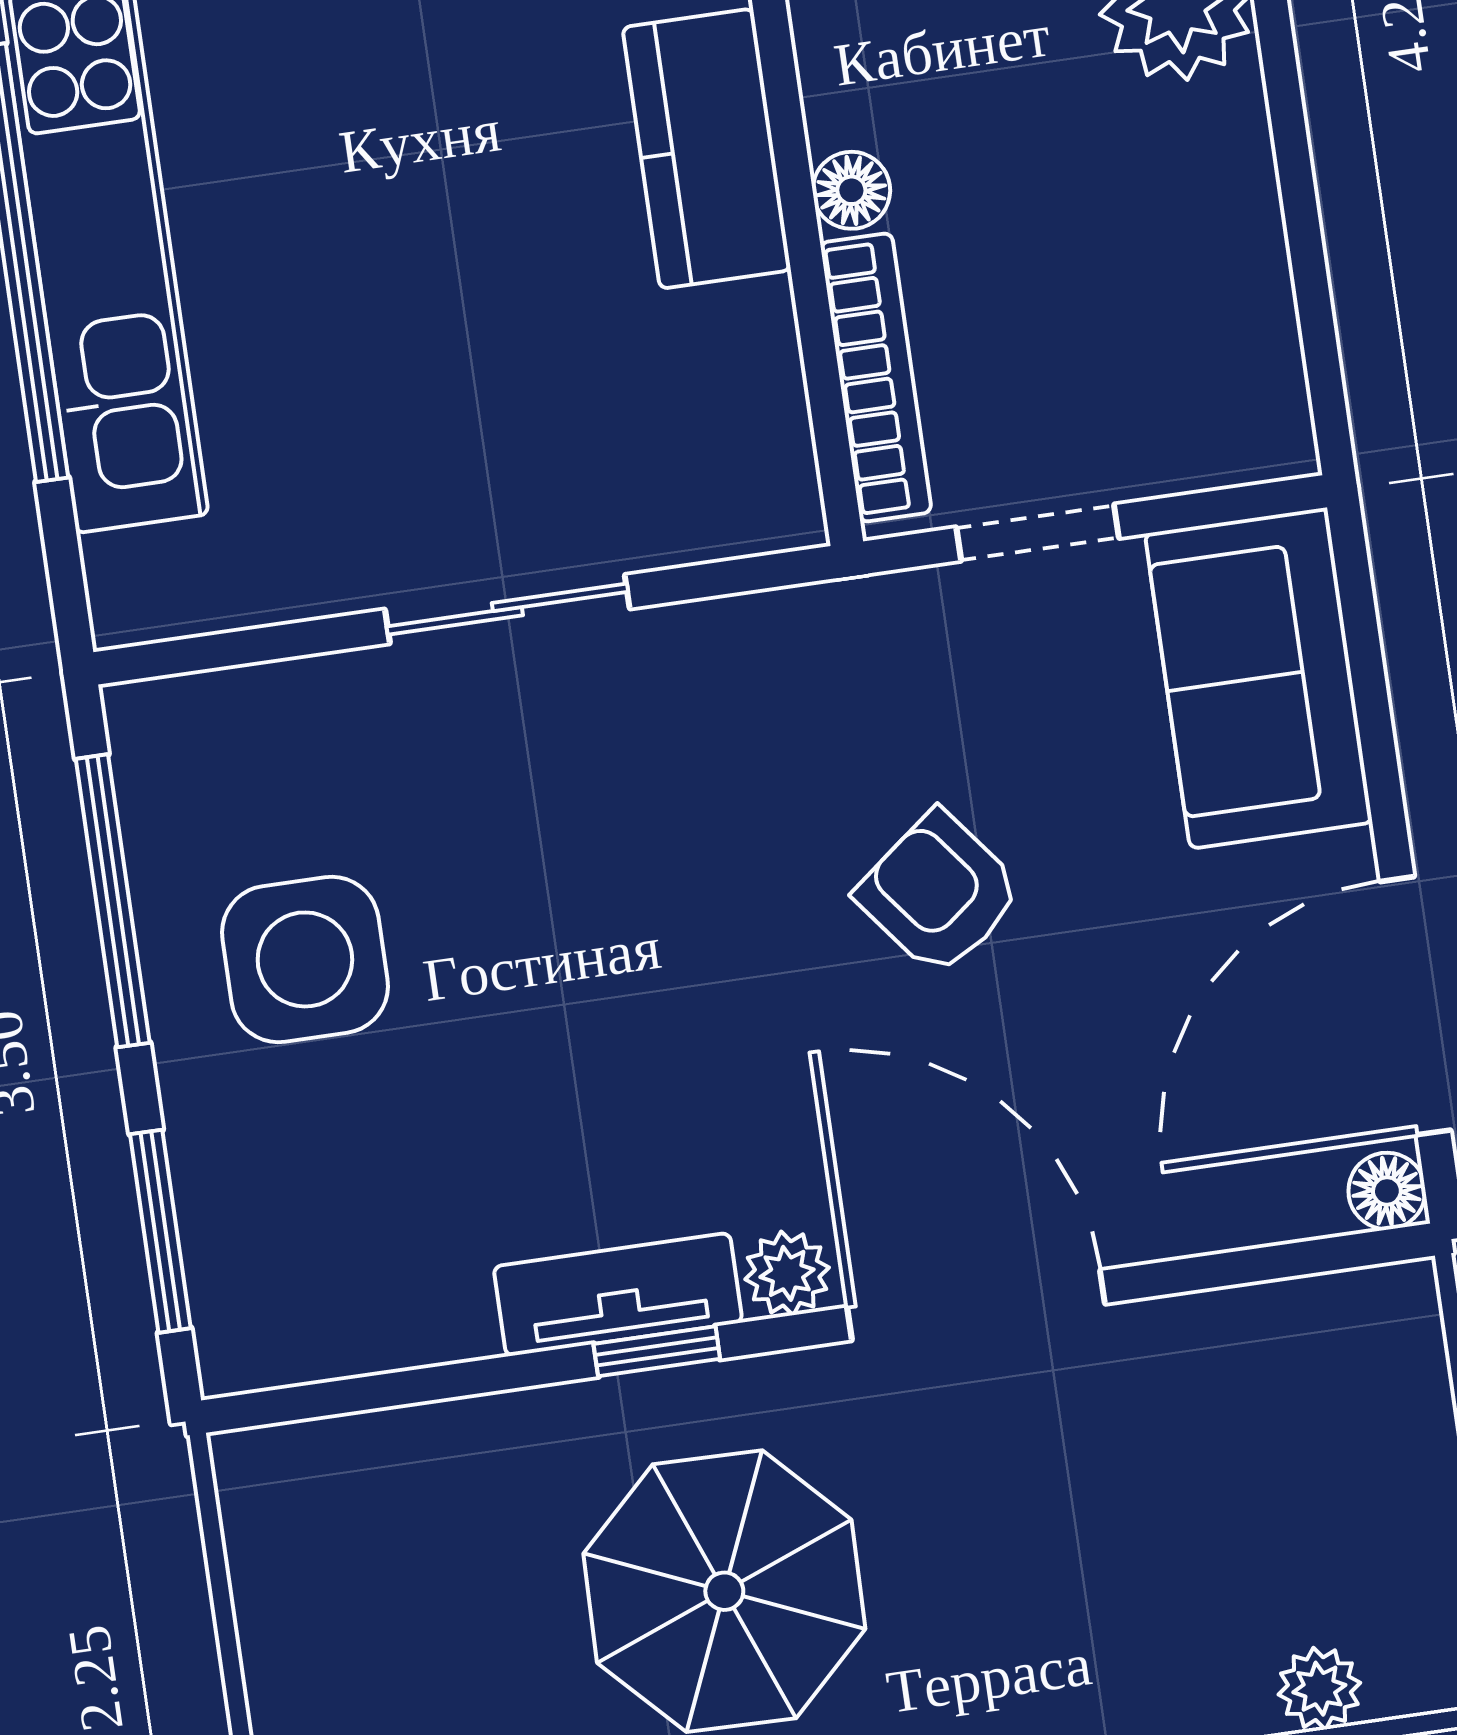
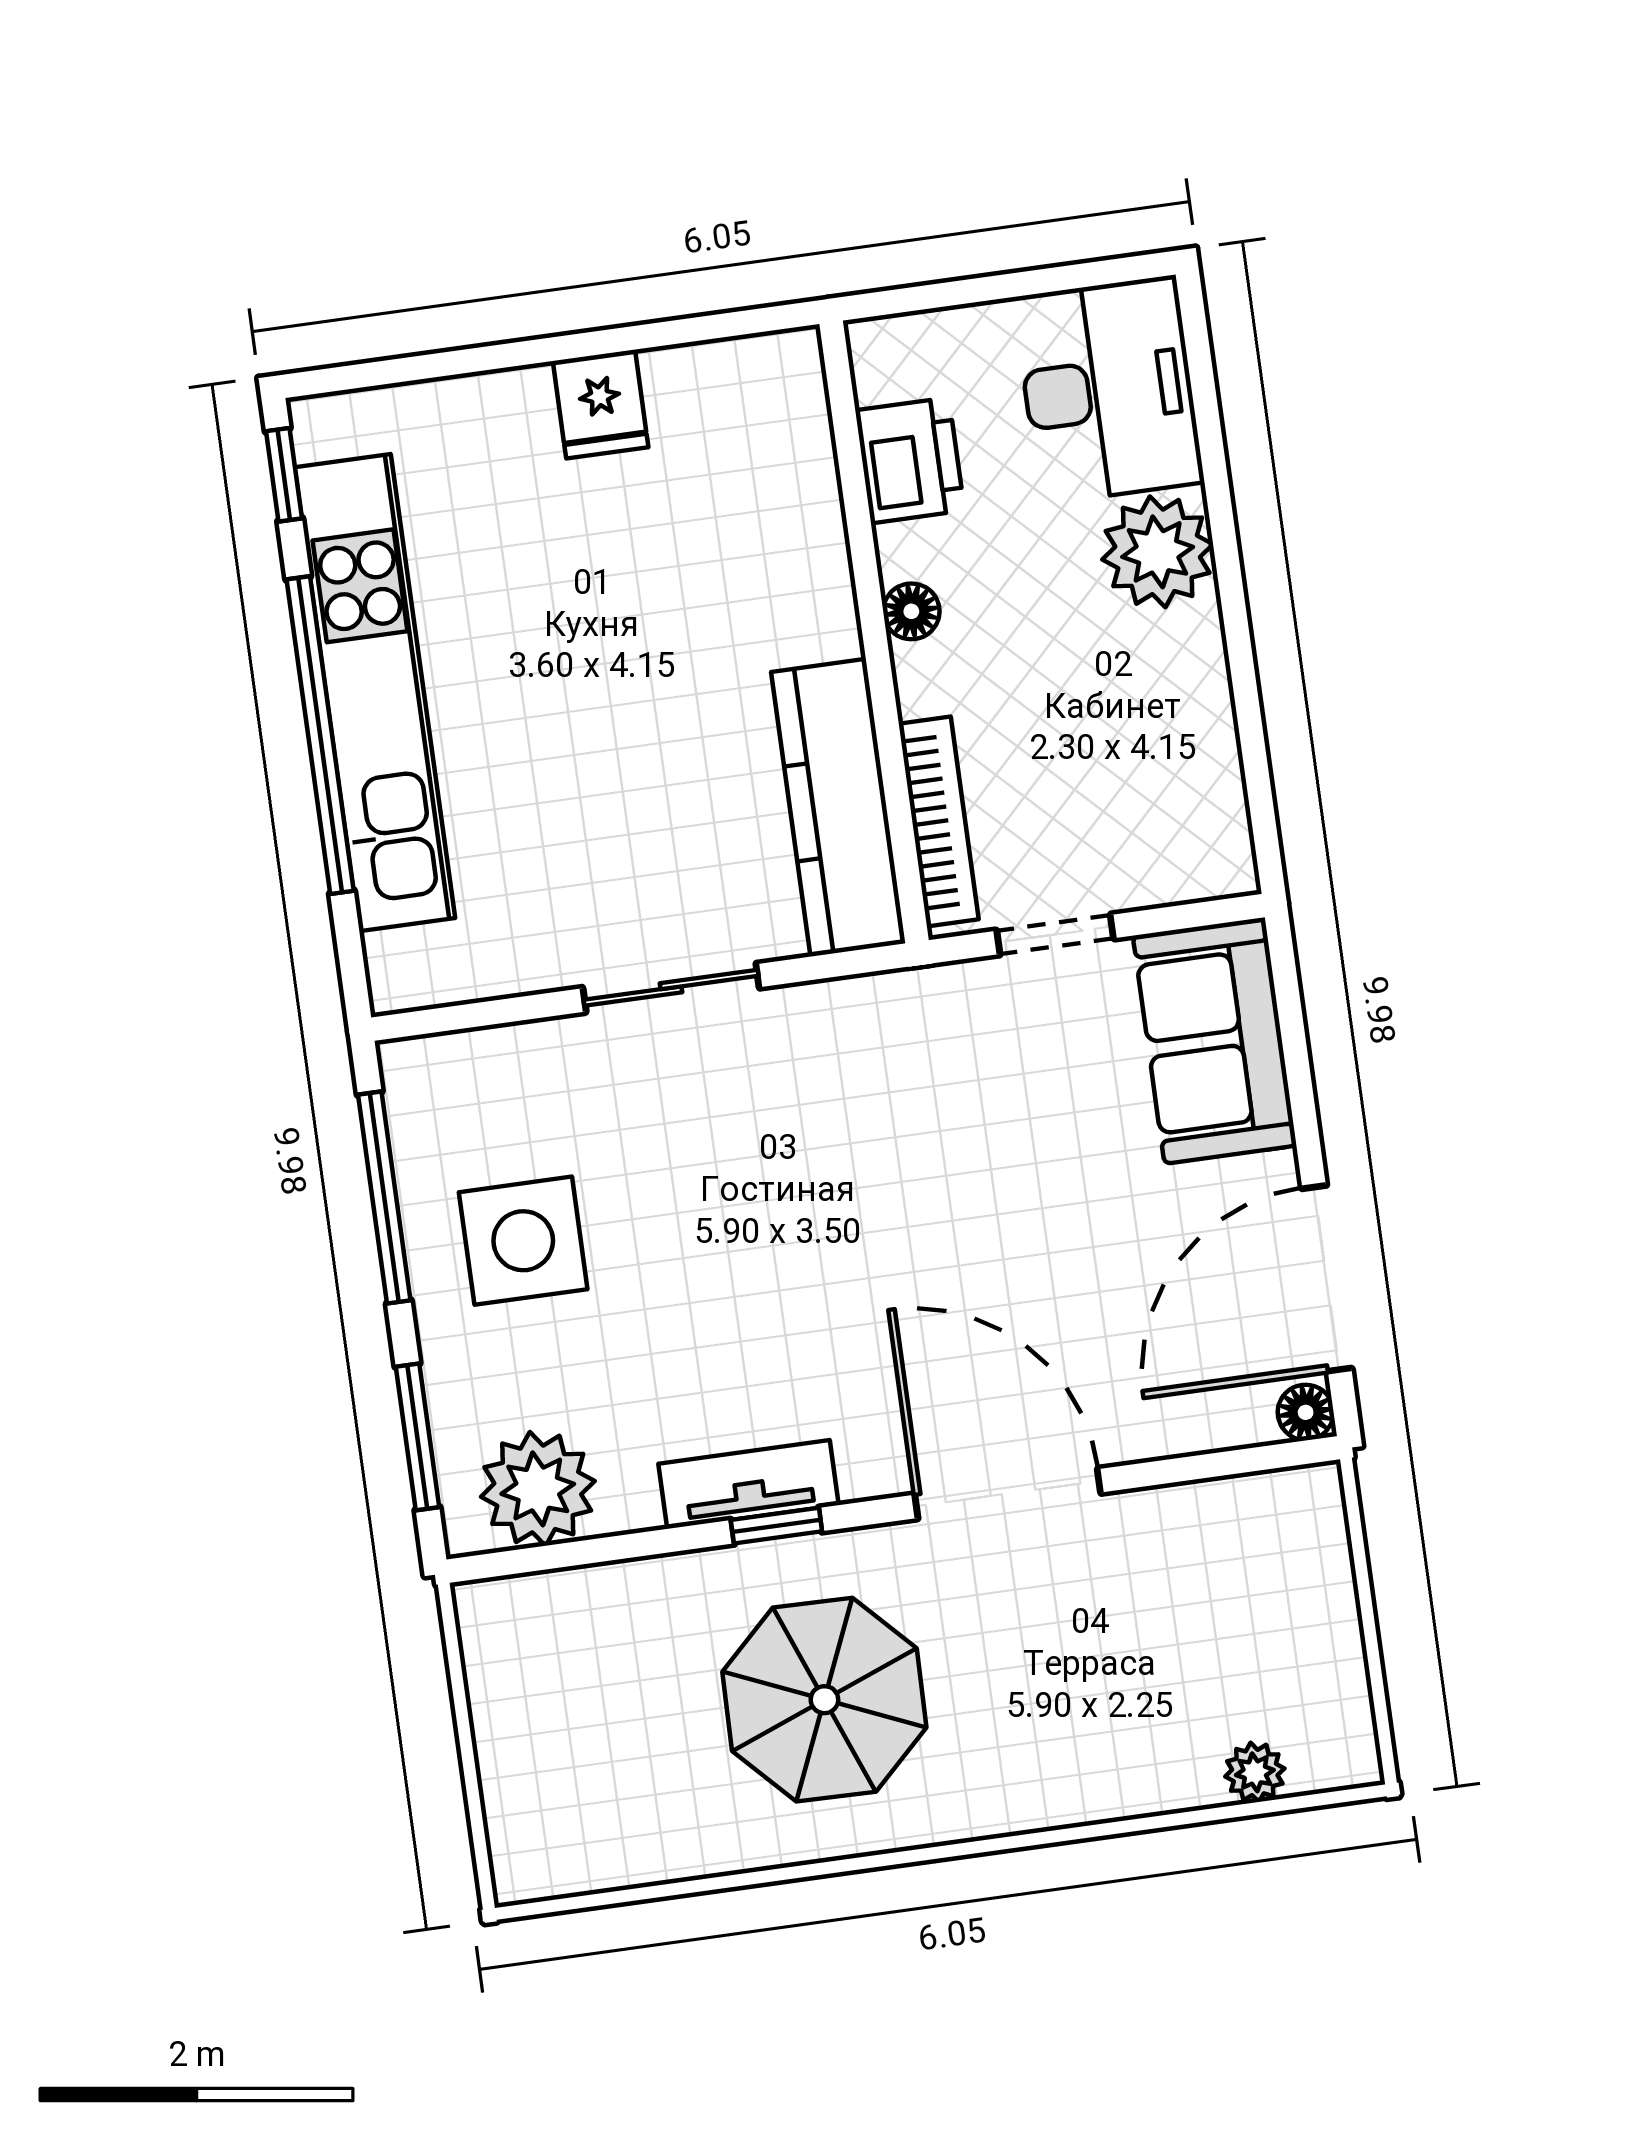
kitchen counter: (707, 149) -> (838, 808), moved, width x1.50
floor lamp: (851, 190) -> (911, 611), moved
armchair: (939, 893) -> (983, 1195), removed
plant: (787, 1273) -> (538, 1489), moved, width x1.88, depth x1.88

